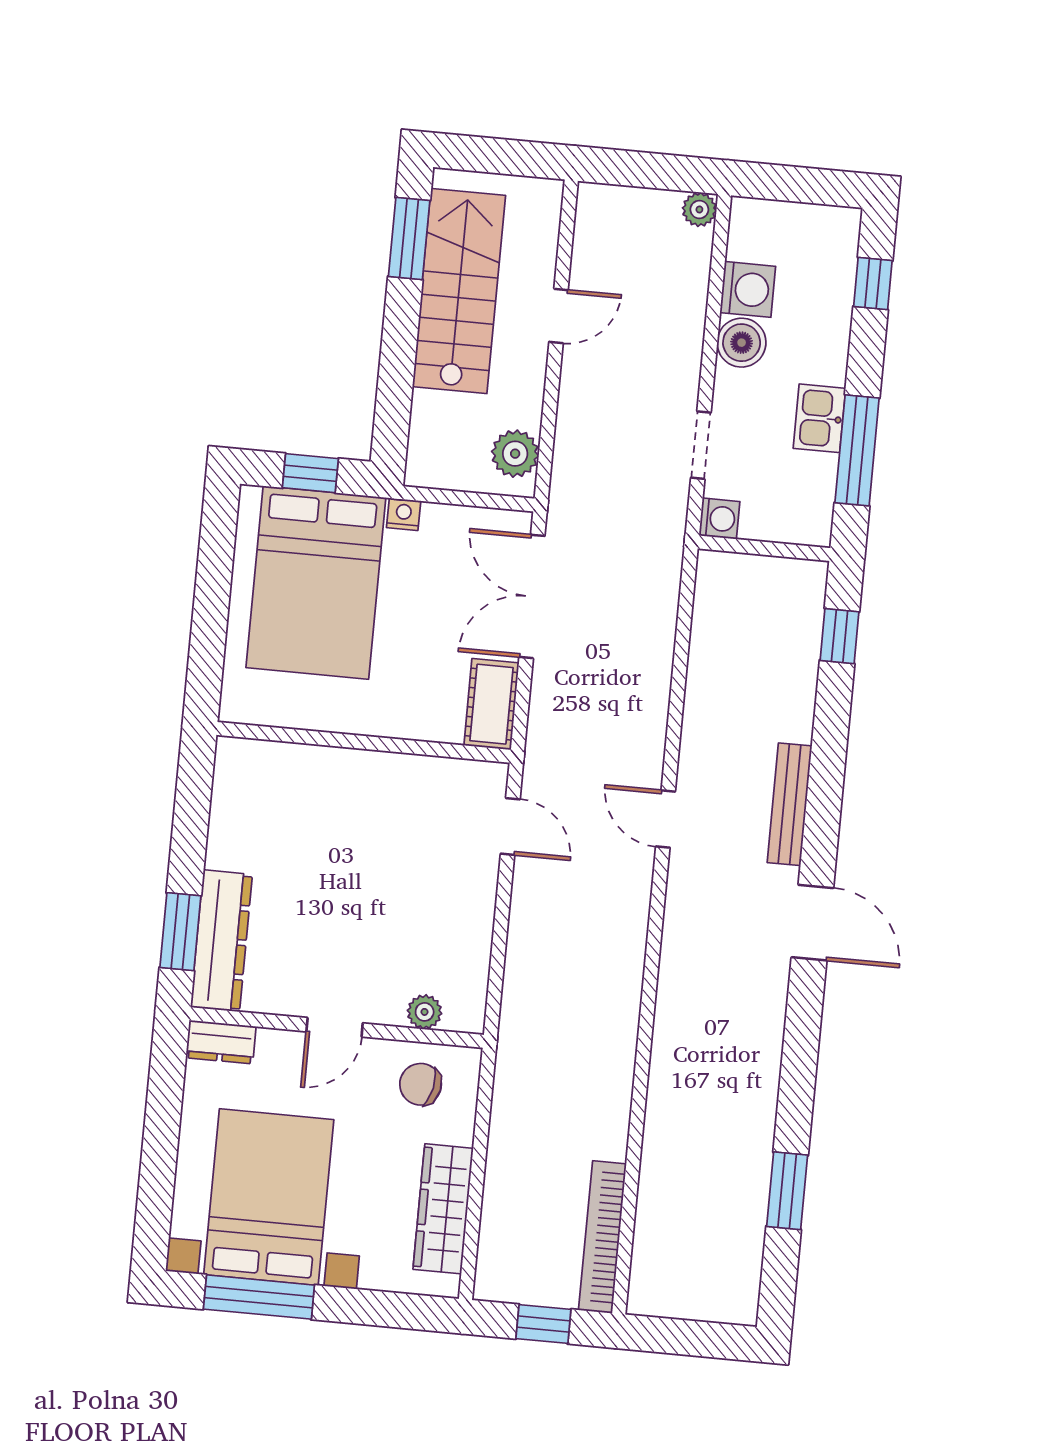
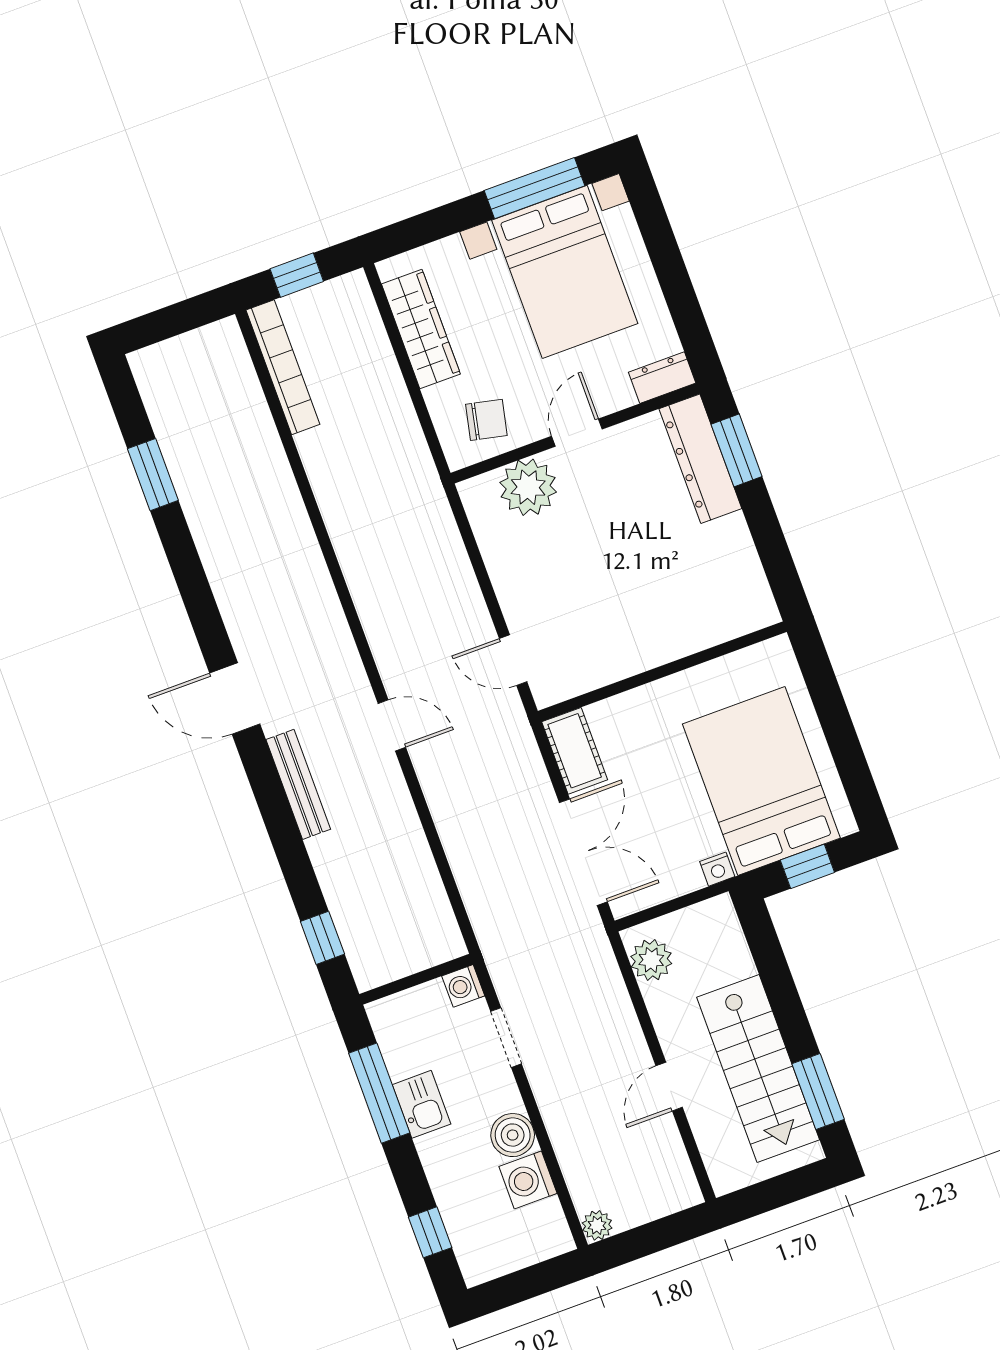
plant: (425, 1012) -> (528, 487), width x1.87, depth x1.87

